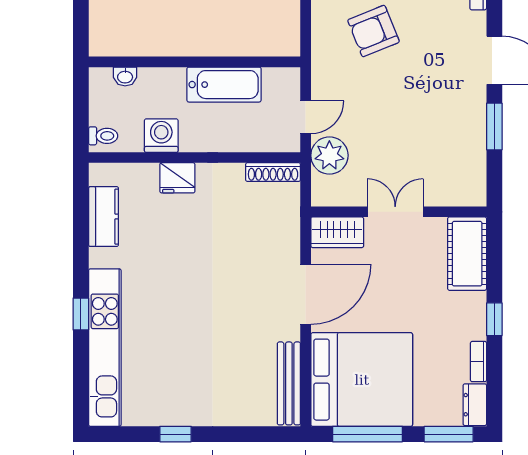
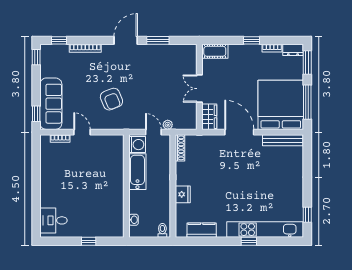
washing machine: (161, 136) -> (137, 145), moved, turned 180
plant: (329, 155) -> (168, 125), width x0.53, depth x0.53
cot: (467, 254) -> (215, 51), width x0.73, depth x0.75
window: (175, 434) -> (307, 215), moved

